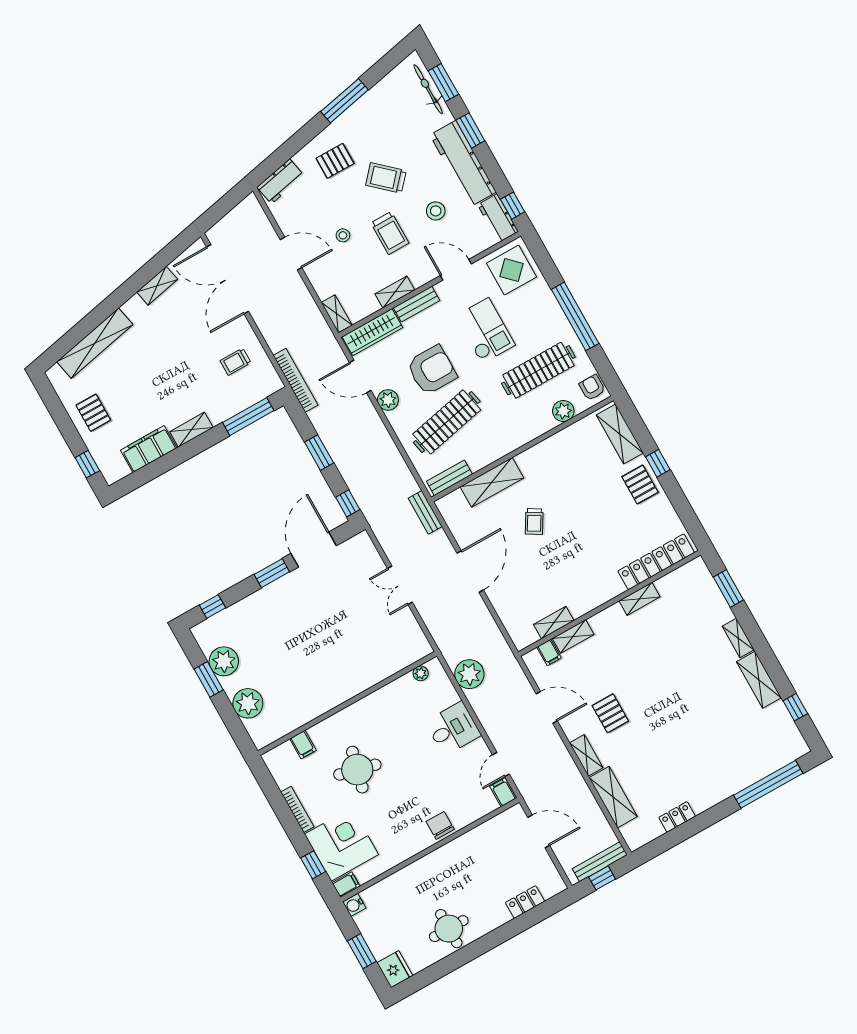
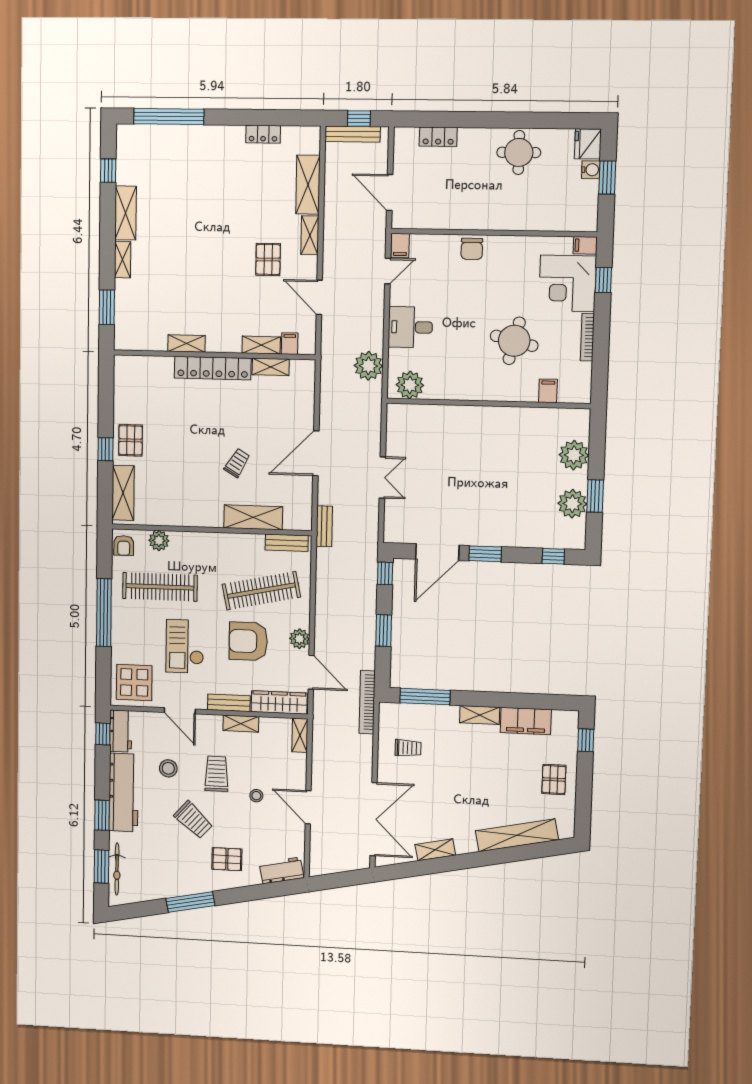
locker: (656, 562) -> (213, 368), moved
plant: (421, 673) -> (410, 385), width x1.88, depth x1.88
water cooler: (354, 905) -> (591, 170), moved

